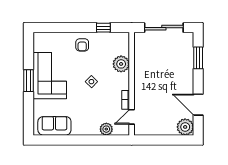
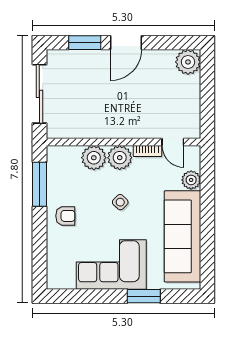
window: (103, 28) -> (39, 184), width x2.17
window: (29, 81) -> (144, 296), moved
plant: (121, 81) -> (120, 158), added
door: (198, 105) -> (126, 43), moved
sofa: (54, 126) -> (182, 236), width x1.85, depth x1.27

